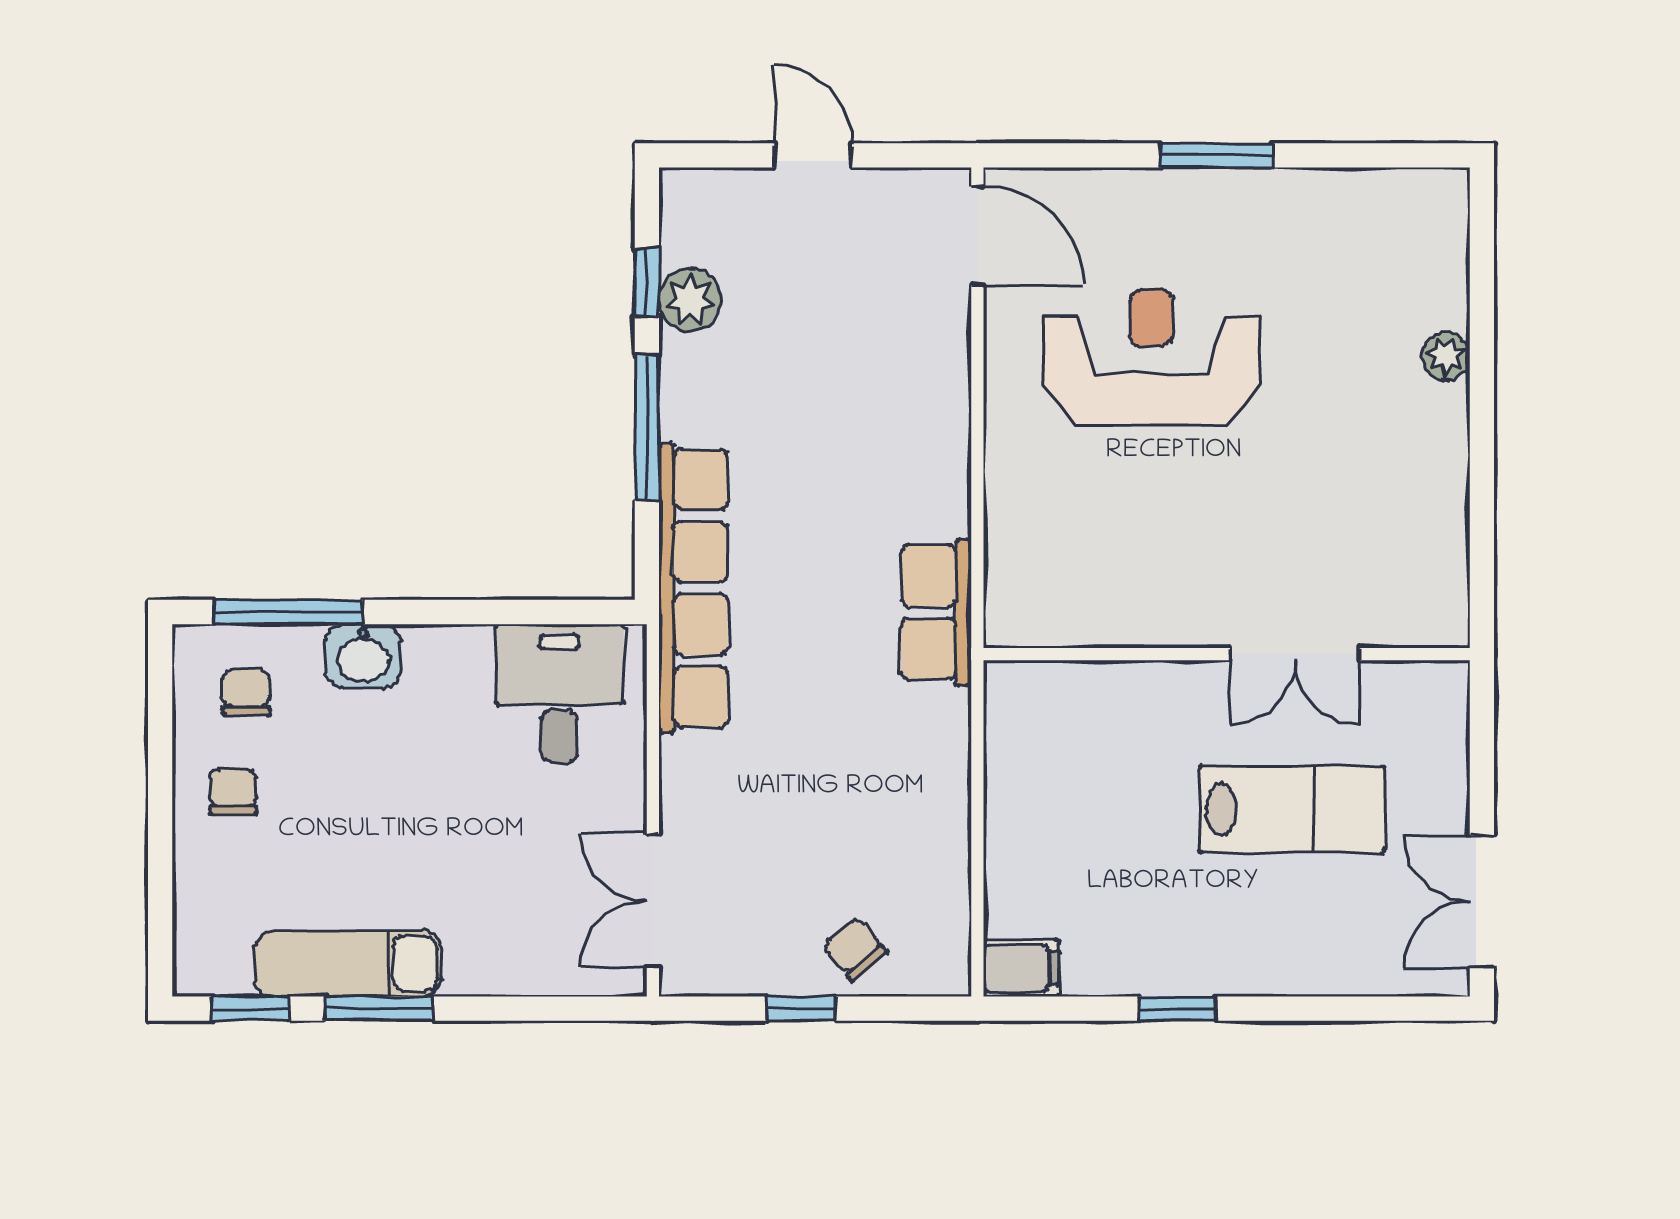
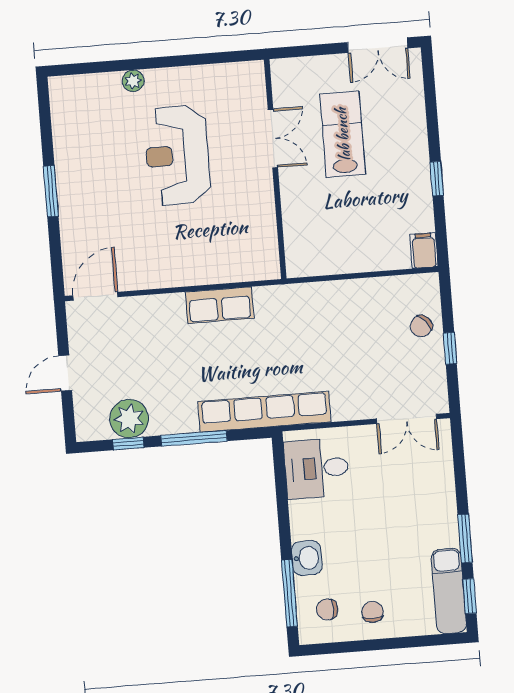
plant: (690, 300) -> (129, 419), width x1.36, depth x1.36
reception desk: (1152, 358) -> (177, 155), moved
row of seats: (936, 612) -> (220, 305), moved
chair: (233, 792) -> (373, 612), turned 90
exam couch: (347, 964) -> (449, 591), moved

